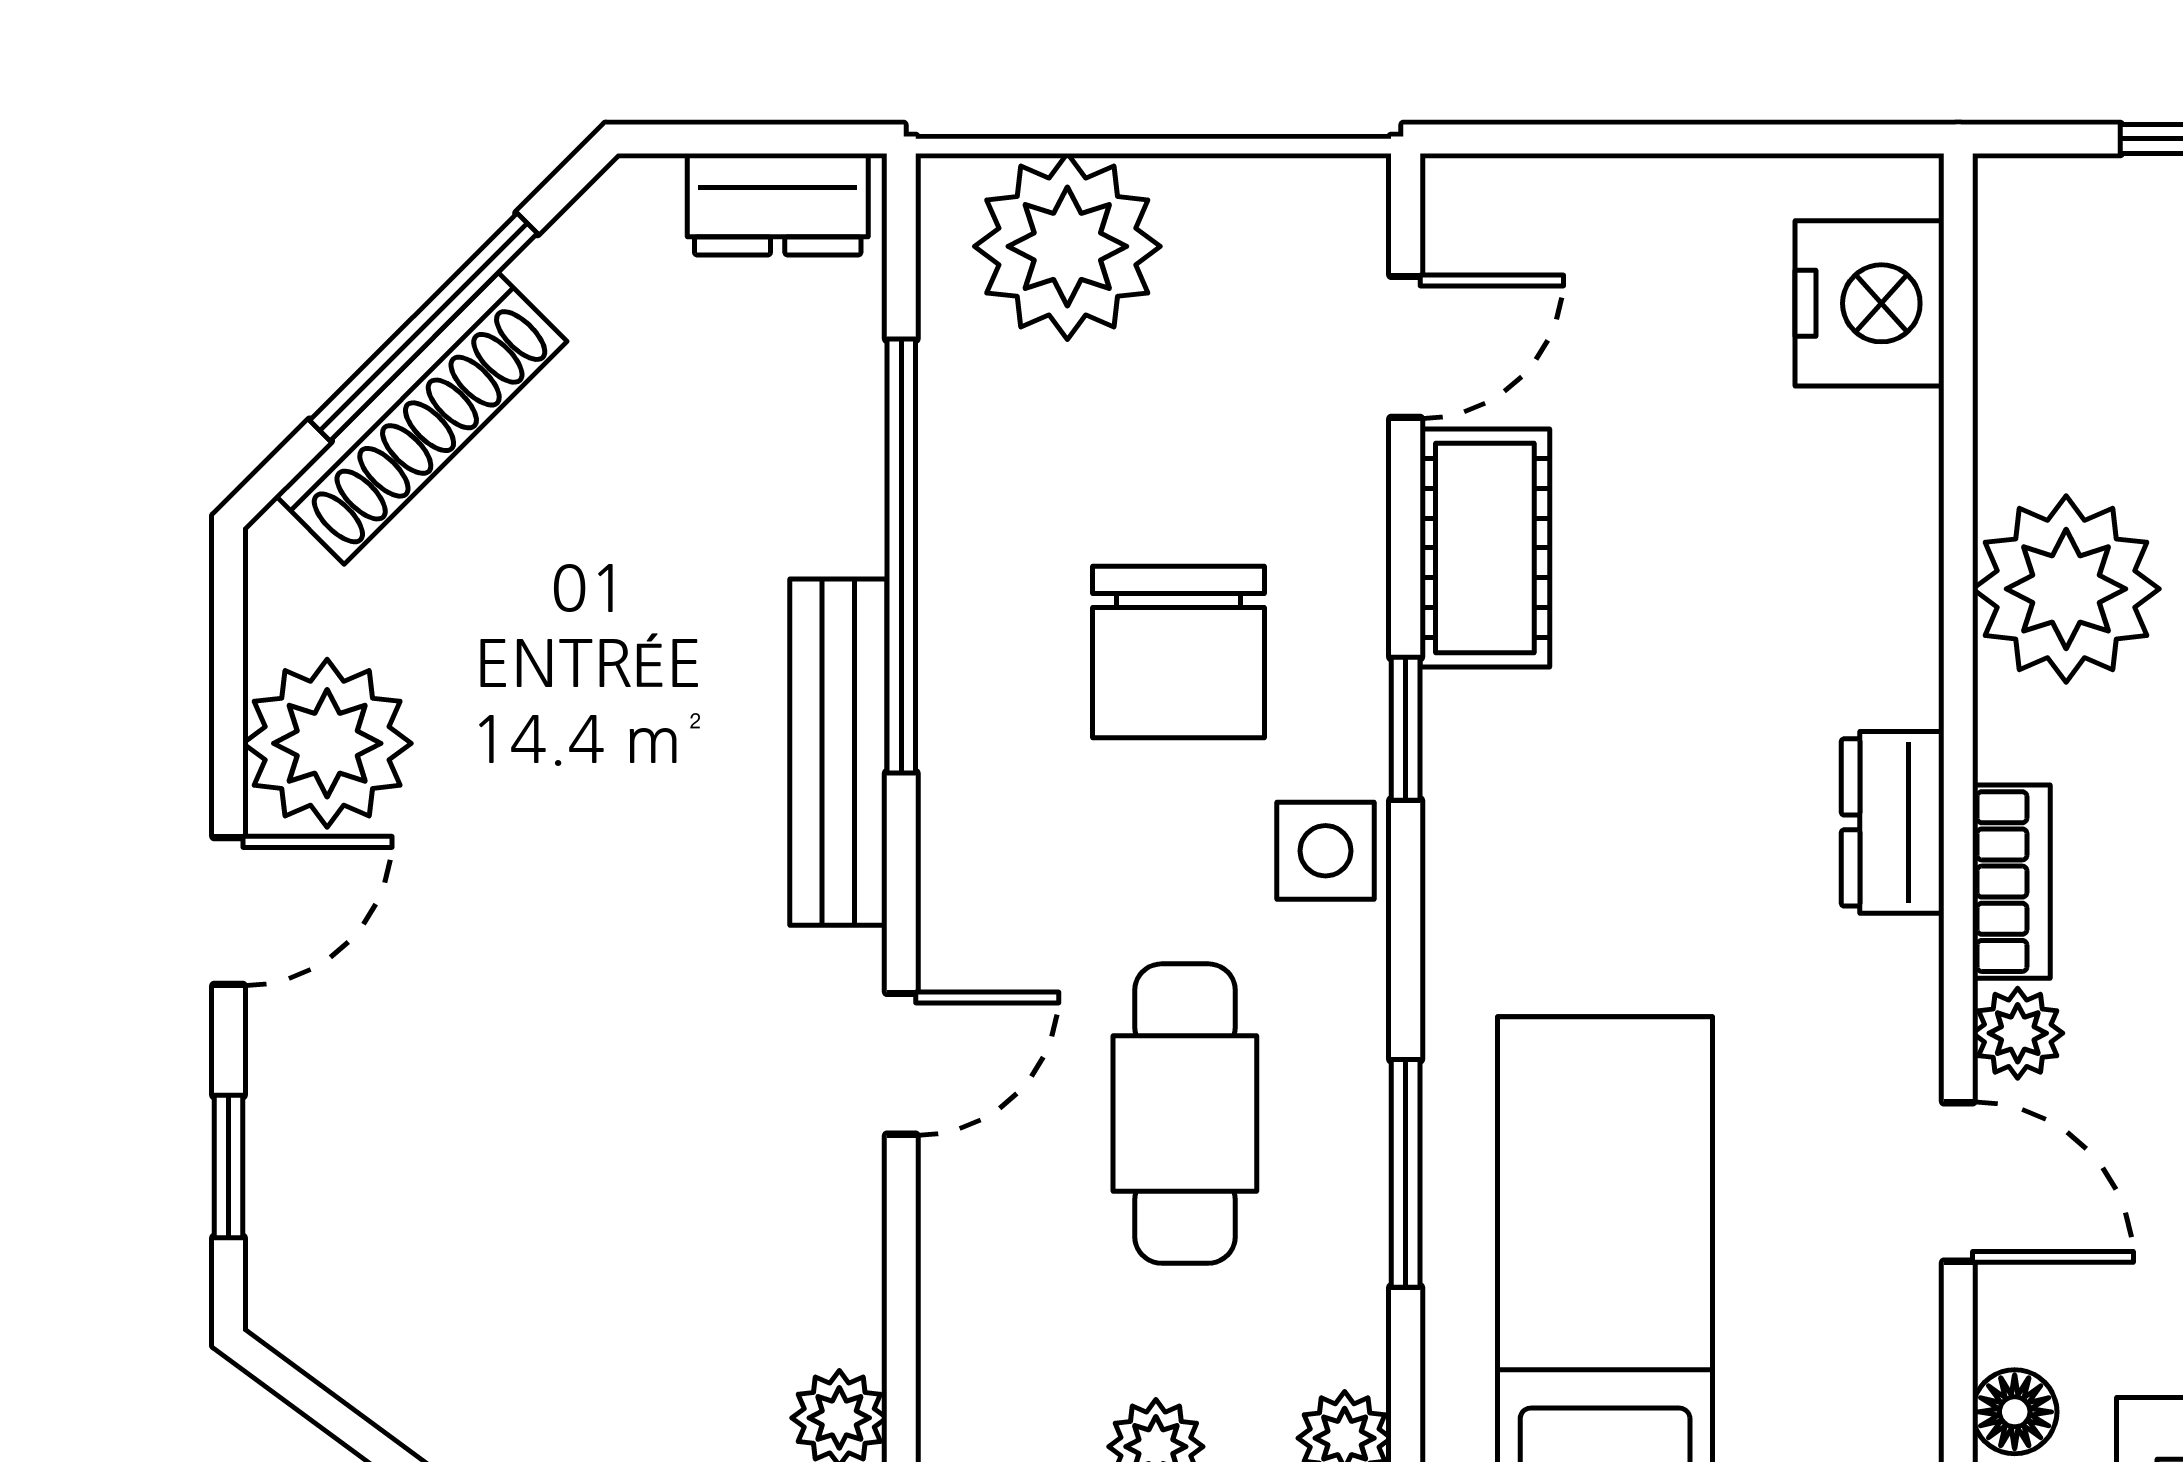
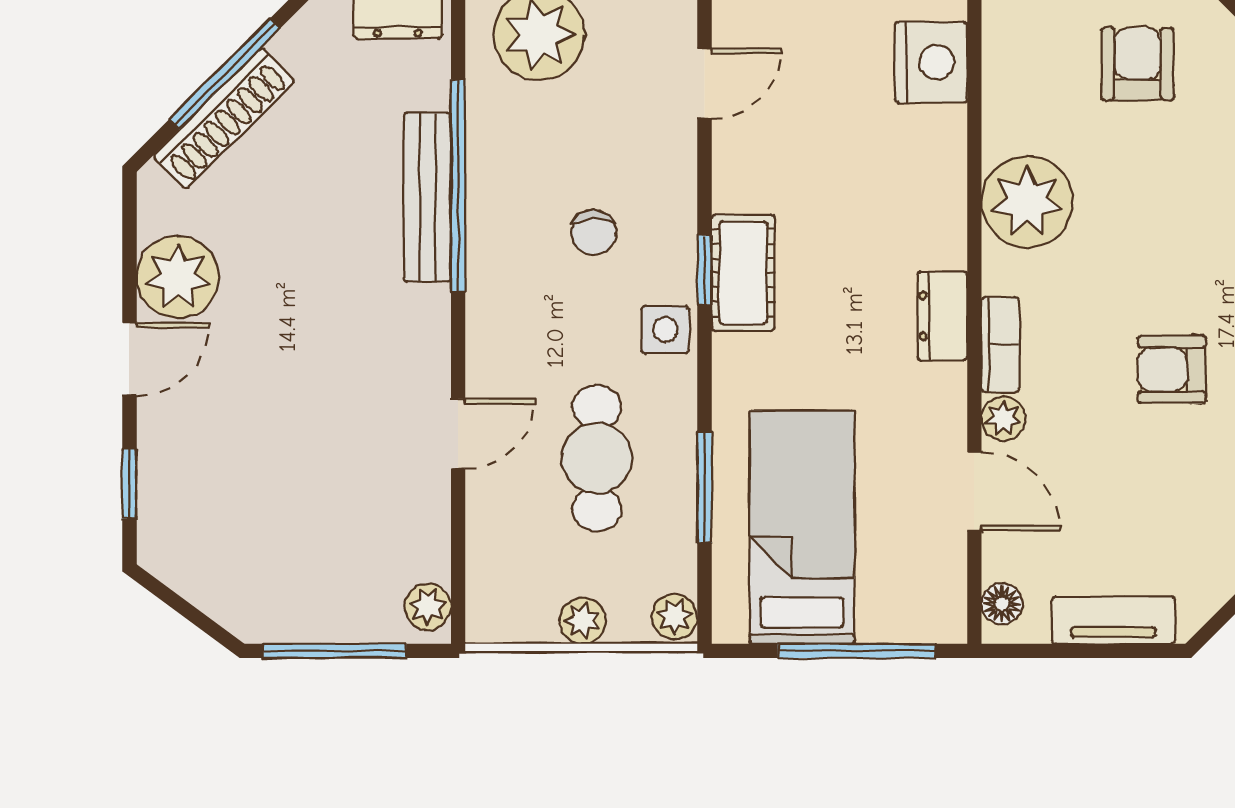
cot: (1485, 548) -> (743, 273), moved
chair: (1179, 652) -> (594, 233), width x0.54, depth x0.54
bench: (838, 752) -> (427, 197), moved

